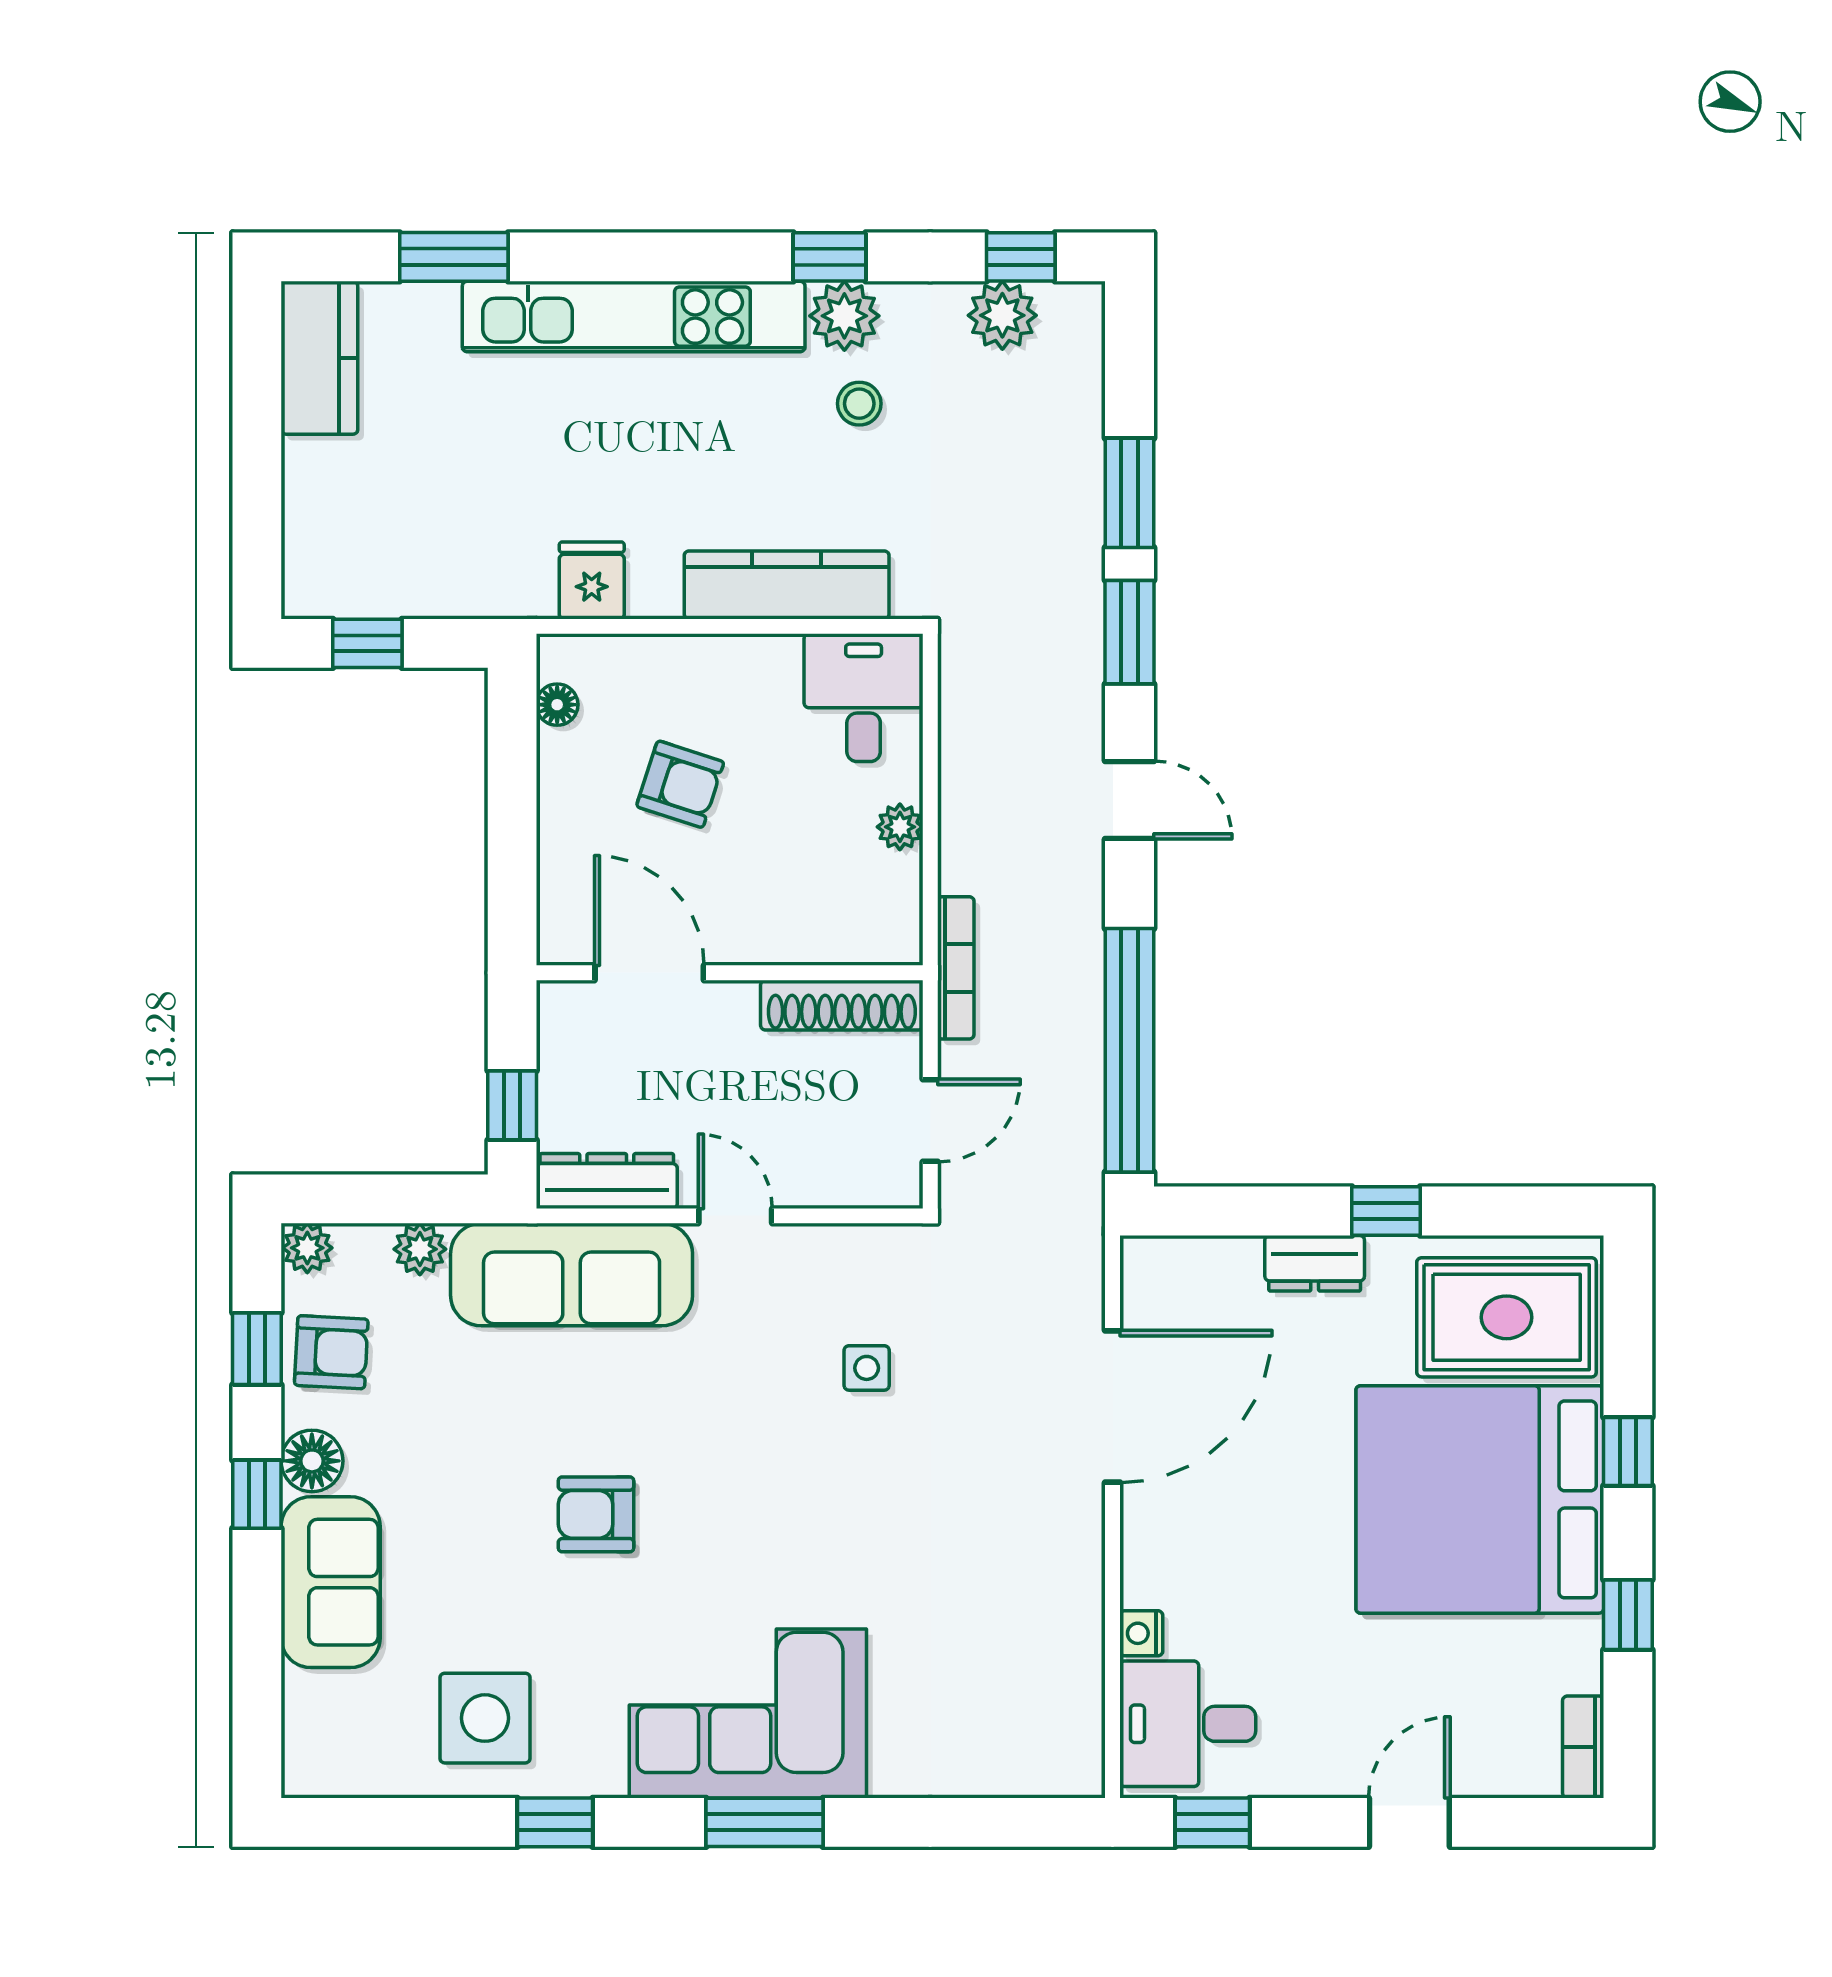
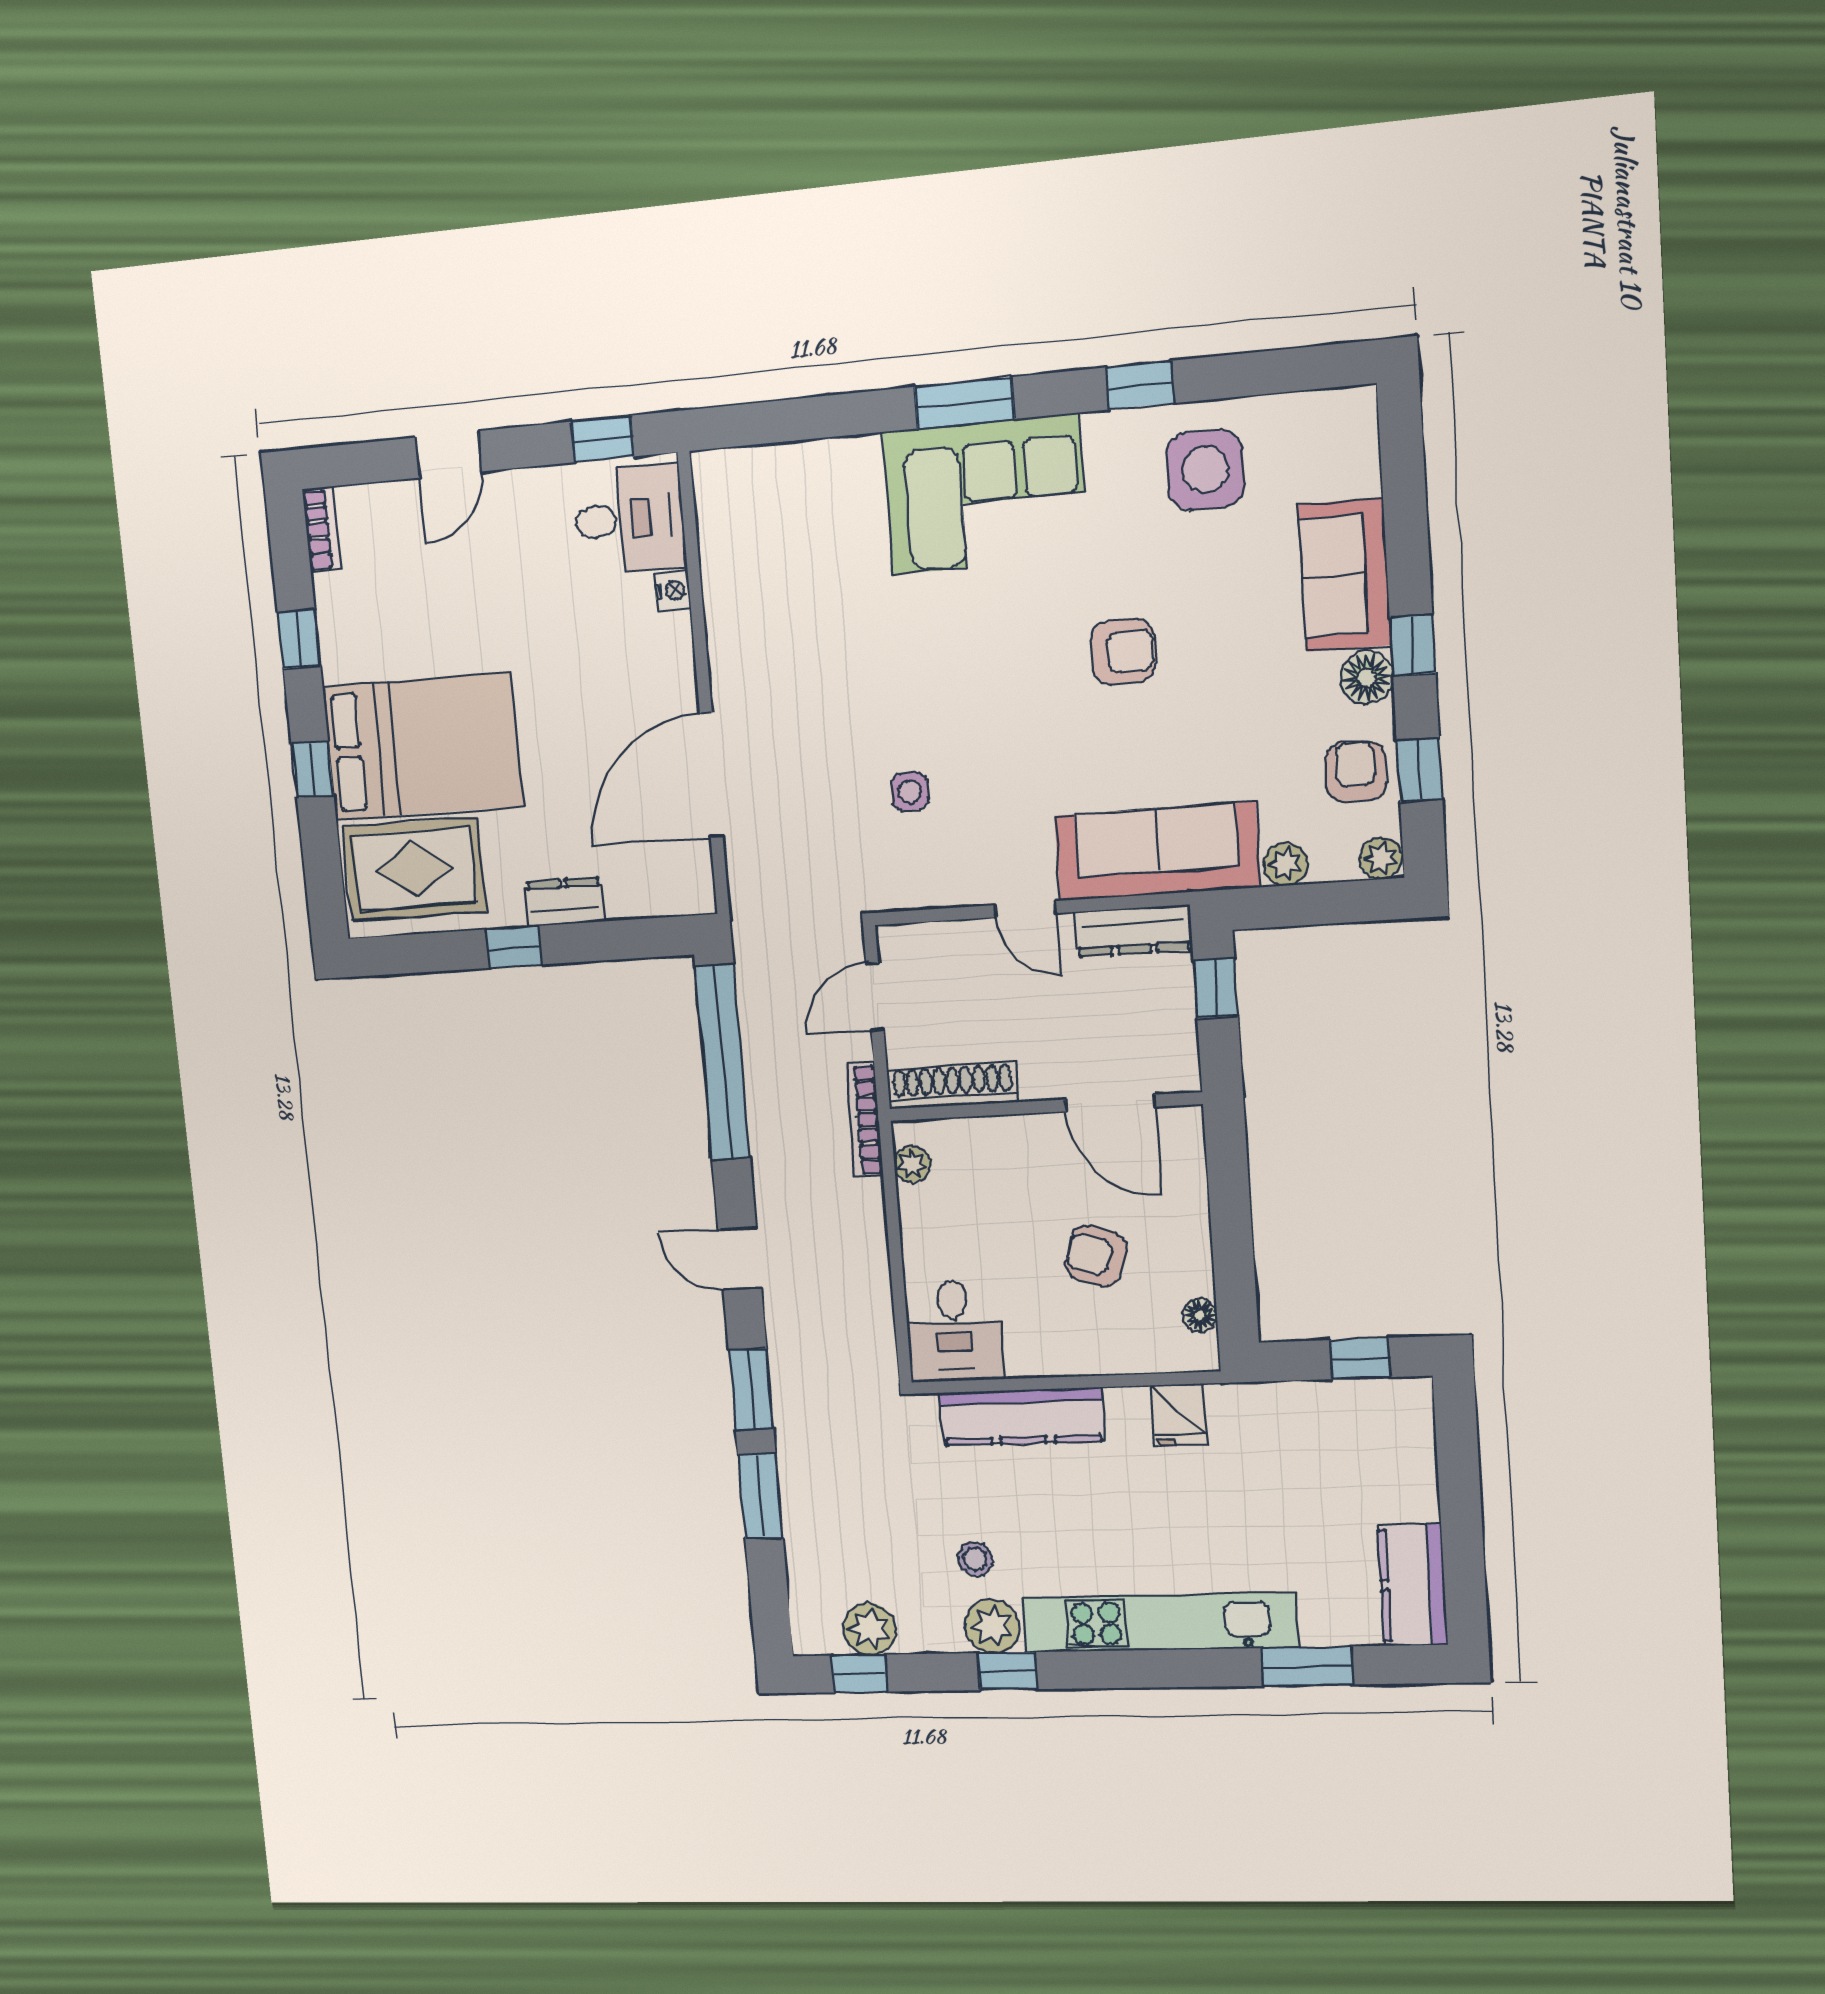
plant: (900, 827) -> (912, 1164), moved
armchair: (331, 1352) -> (1356, 772), turned 87
bed: (1480, 1499) -> (423, 747), width x0.73

